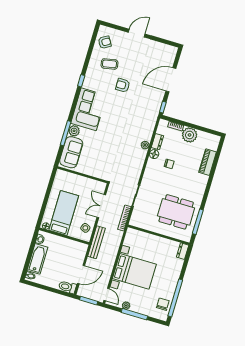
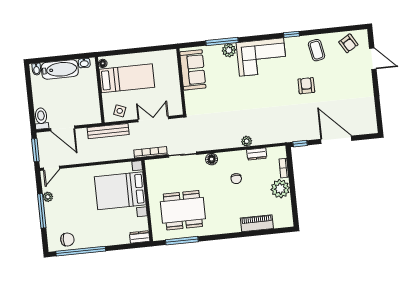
door: (137, 33) -> (373, 59), moved
coffee table: (109, 64) -> (317, 50), moved
sofa: (71, 152) -> (193, 70), moved, turned -90
floor lamp: (154, 154) -> (212, 159), moved
dining table: (176, 212) -> (183, 210), turned 90
bed with nightstands: (134, 271) -> (120, 191), moved, turned 90

